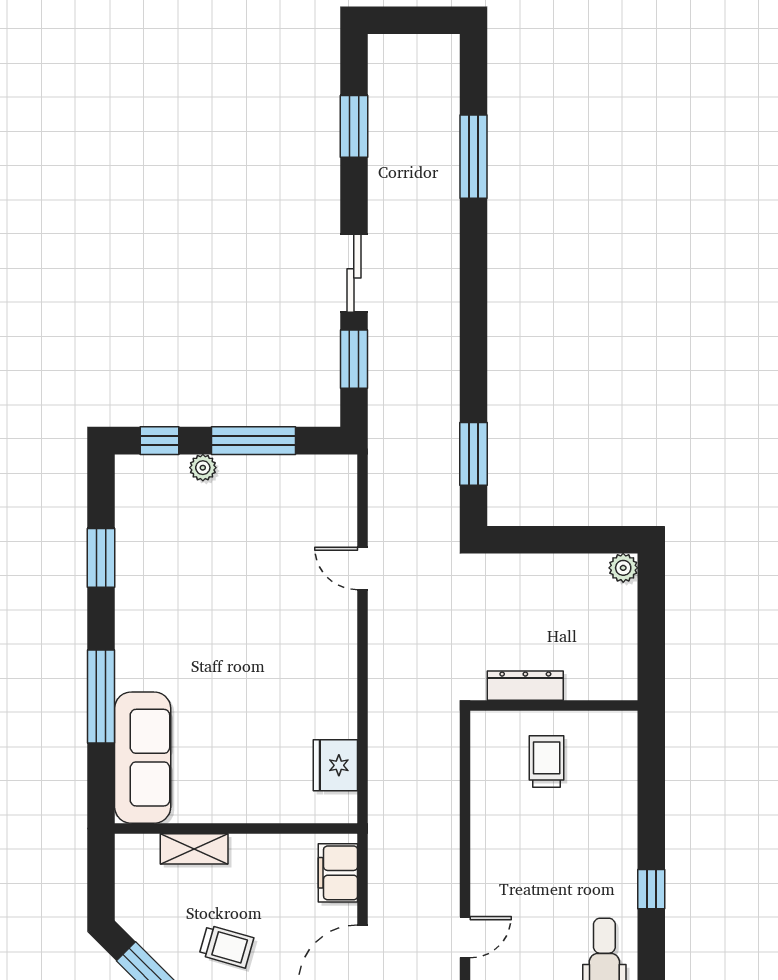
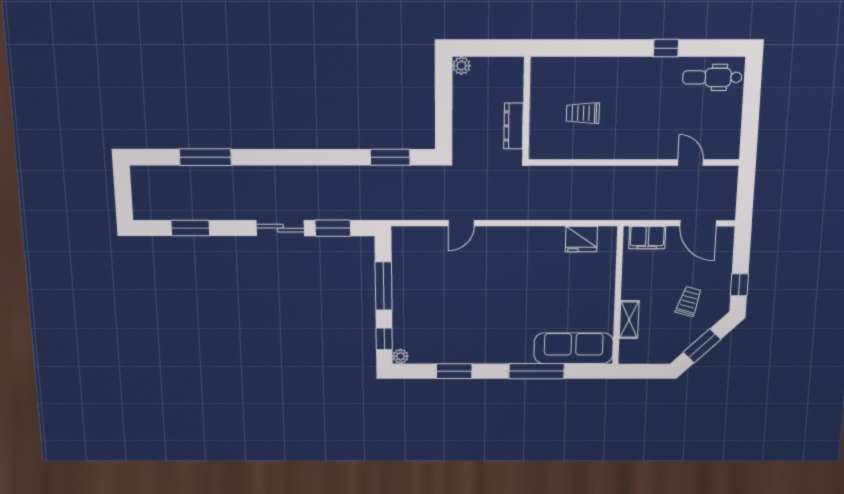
plant: (203, 468) -> (400, 356), moved
dresser: (525, 686) -> (513, 126), moved
wall: (554, 706) -> (526, 109), moved

